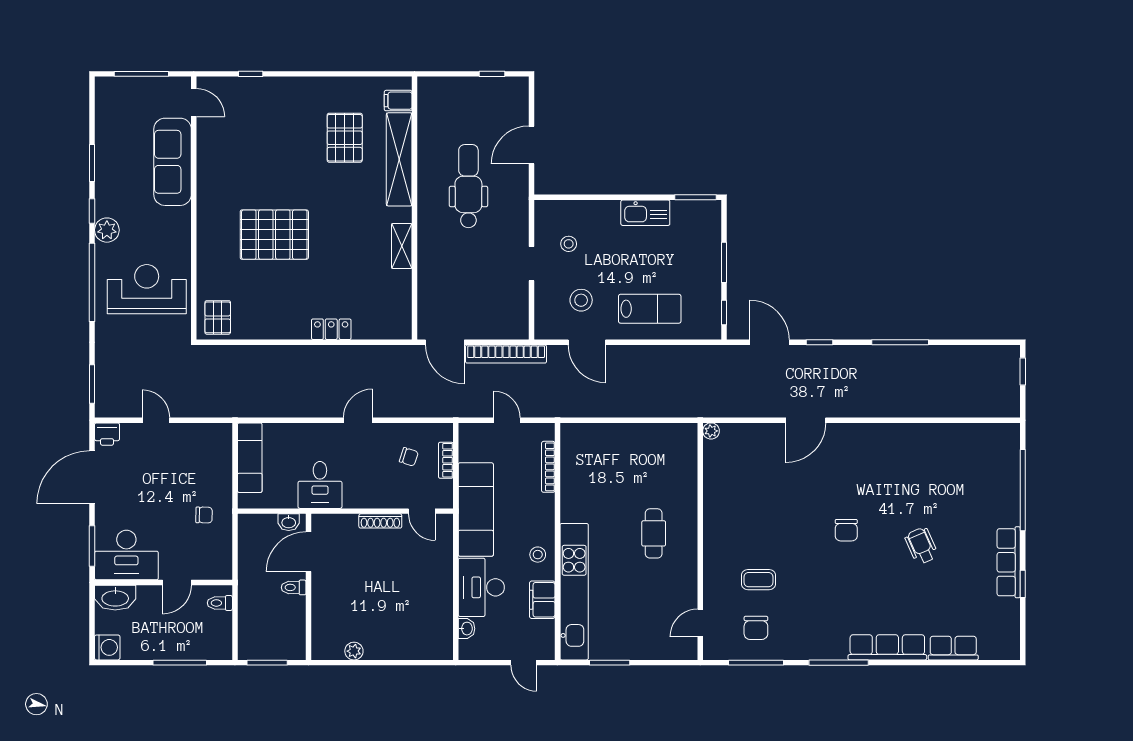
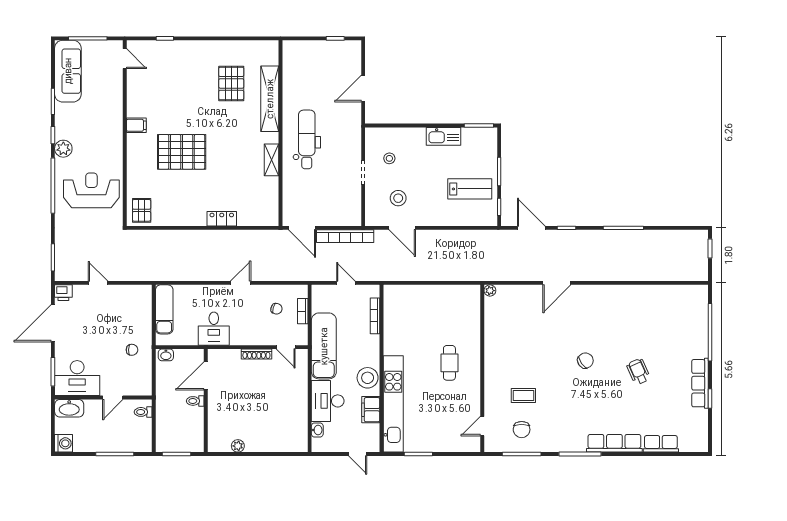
filing cabinet: (398, 101) -> (136, 125), moved, turned 180
sofa: (173, 162) -> (68, 71), moved, turned 180
dental chair: (468, 186) -> (307, 139), moved
lab bench: (650, 309) -> (470, 189), moved
washbasin: (289, 522) -> (166, 355), moved
chair: (846, 530) -> (585, 361), turned -125
stool: (538, 555) -> (368, 378), width x1.89, depth x1.89

